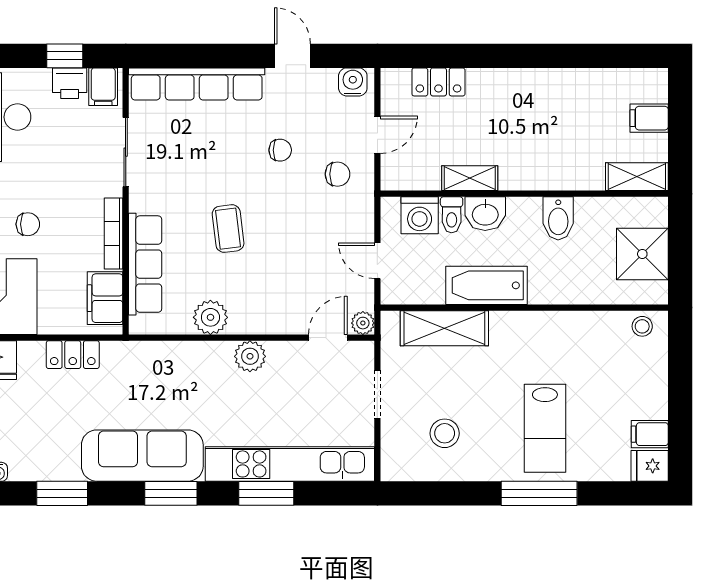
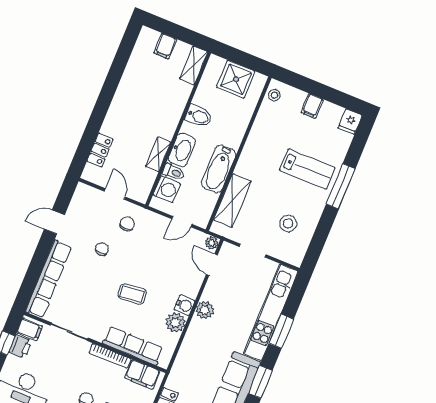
water cooler: (353, 82) -> (184, 305), moved, turned 180
washbasin: (485, 214) -> (182, 150), width x1.38
filing cabinet: (650, 434) -> (312, 106), moved

